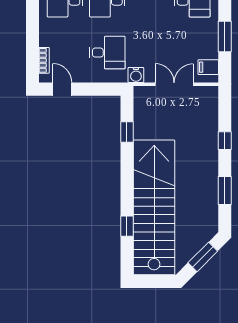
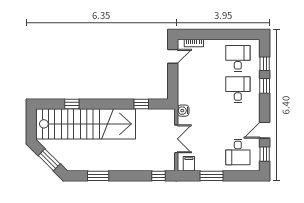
desk: (107, 53) -> (200, 90), removed
window: (225, 141) -> (159, 176), moved

